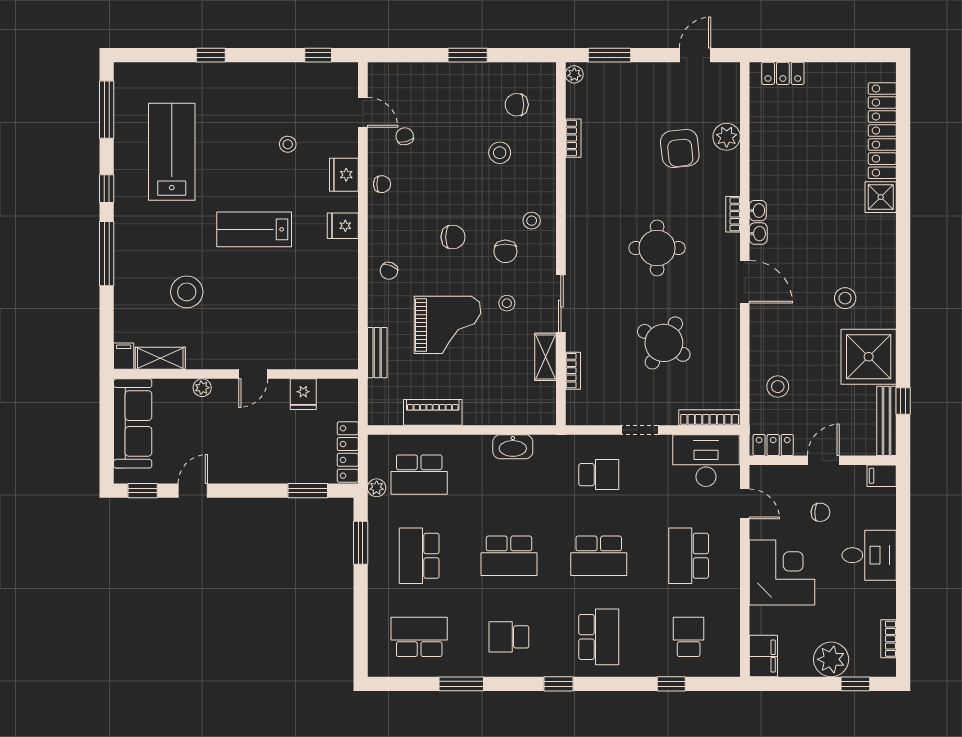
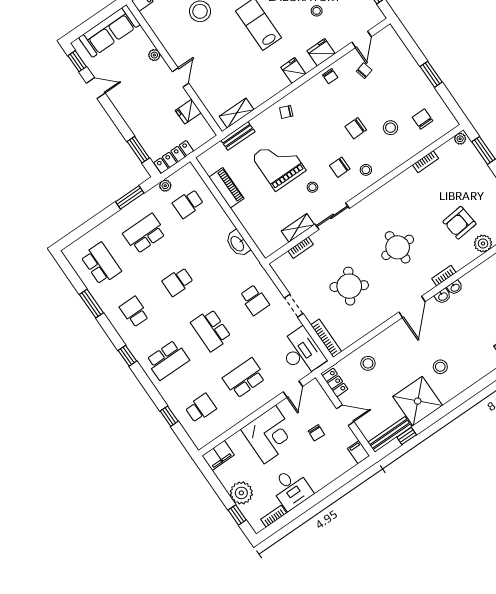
chair: (453, 237) -> (356, 128), moved, turned 89
grand piano: (448, 325) -> (279, 163), turned 180
shelving: (160, 358) -> (237, 113), moved, turned 90
door: (253, 374) -> (181, 77), swing flipped
school desk: (419, 475) -> (188, 204), width x0.54
desk: (869, 555) -> (291, 489), moved
school desk: (509, 556) -> (178, 282), width x0.54

